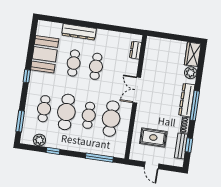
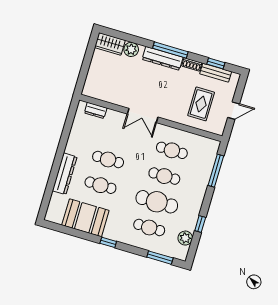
cafe table: (111, 119) -> (172, 150), width x0.73, depth x0.74

